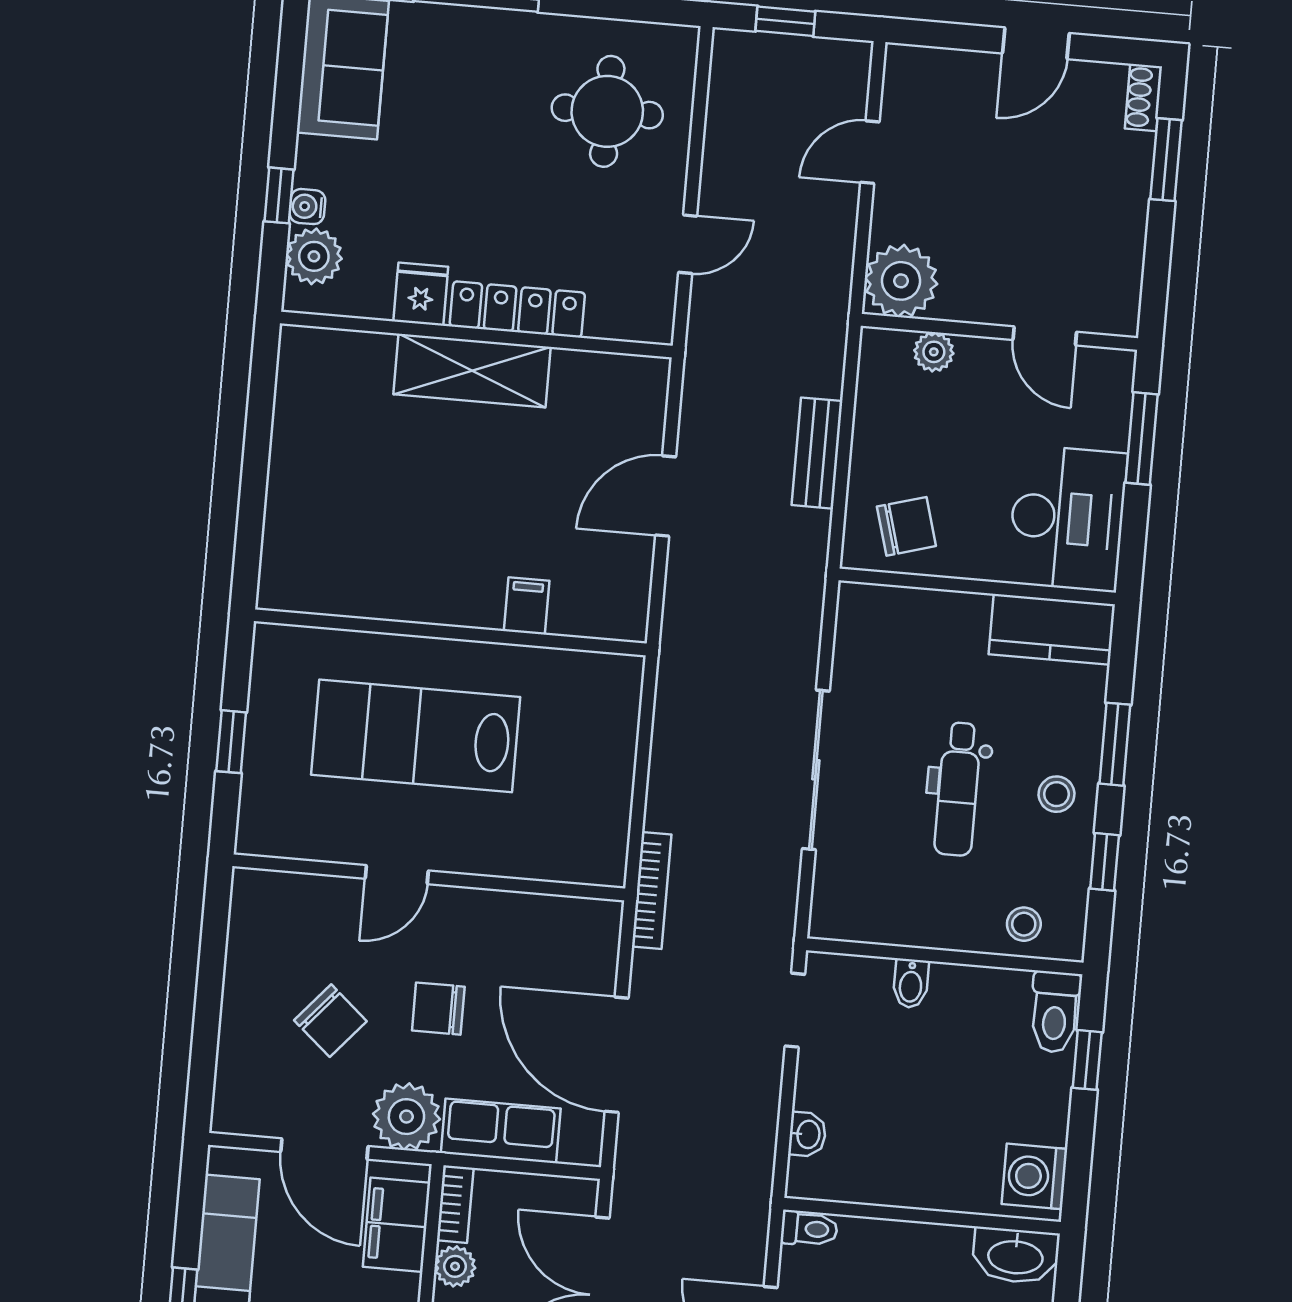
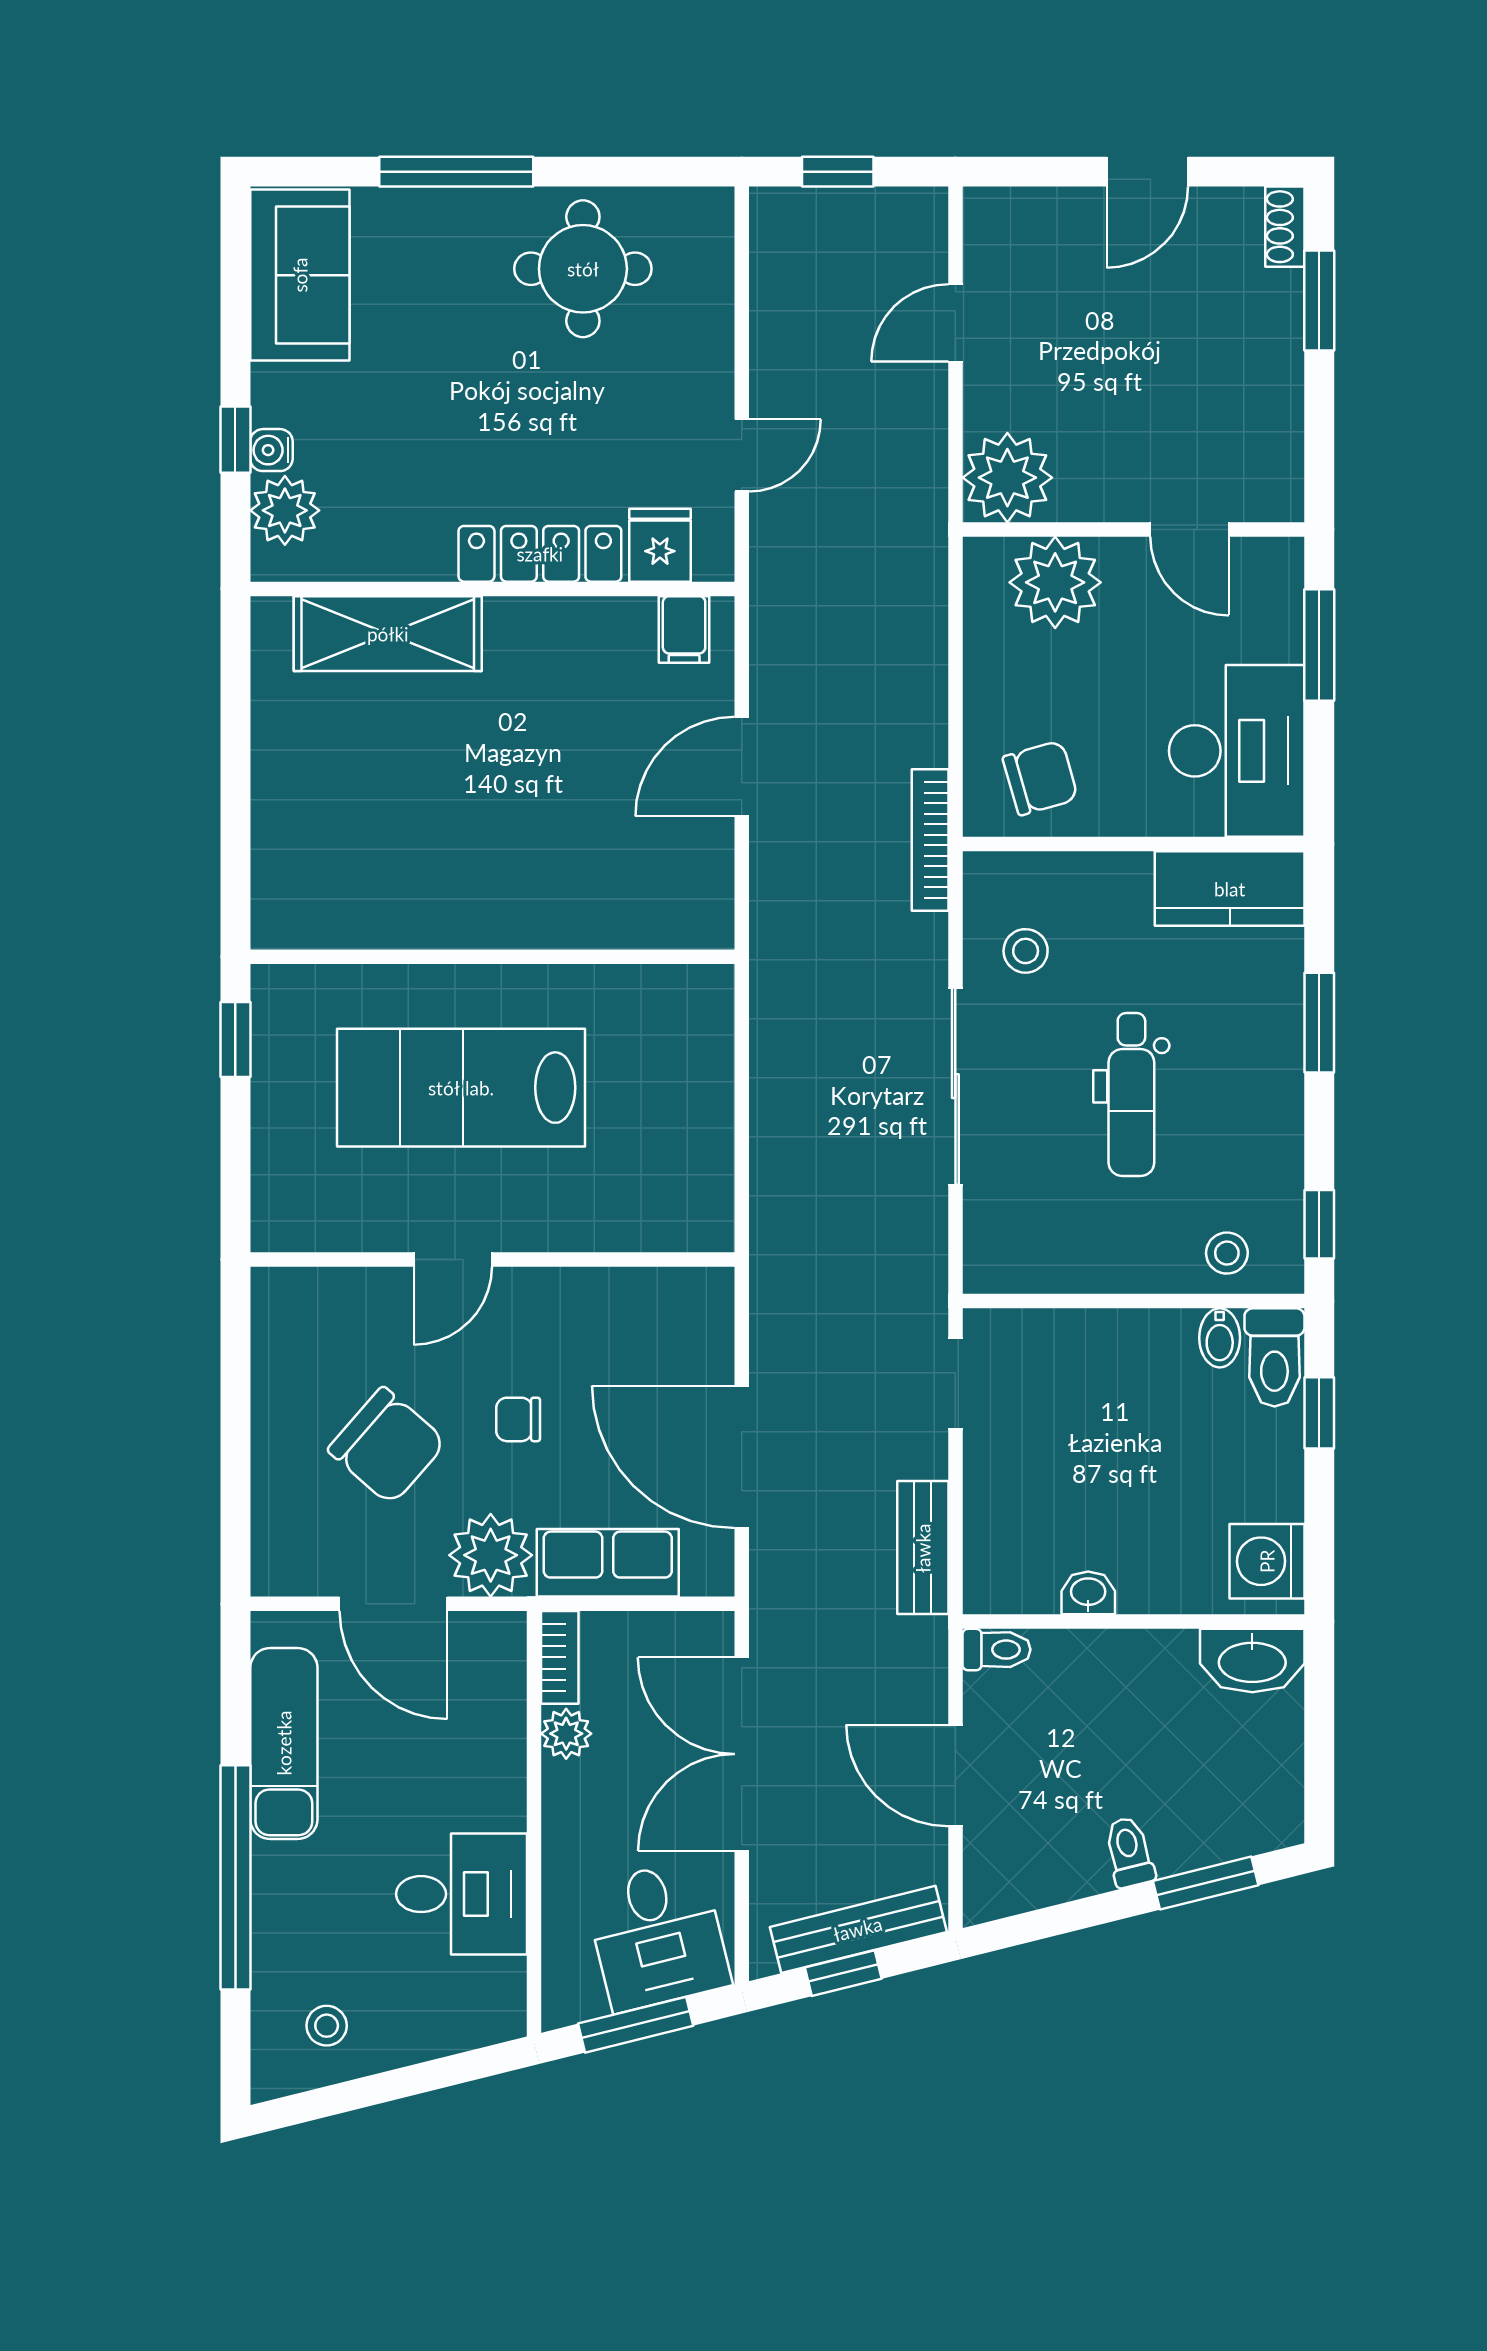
round table: (607, 111) -> (583, 269), moved
fridge: (421, 294) -> (660, 545), moved
plant: (934, 352) -> (1055, 582), width x1.87, depth x1.87
shelving: (472, 371) -> (388, 634), moved
bench: (817, 453) -> (923, 1548), moved
filing cabinet: (527, 606) -> (684, 629), moved, turned 180
window: (231, 742) -> (235, 1040), moved
stool: (1056, 794) -> (1026, 951), moved
window: (1105, 862) -> (1319, 1224), moved
bookcase: (652, 890) -> (930, 840), moved, turned 180
bidet: (911, 983) -> (1220, 1338), moved
chair: (438, 1009) -> (518, 1419), width x0.73, depth x0.73
chair: (330, 1021) -> (387, 1446), width x1.37, depth x1.37
washbasin: (807, 1134) -> (1088, 1593), moved, turned -90
filing cabinet: (397, 1225) -> (490, 1689), removed

